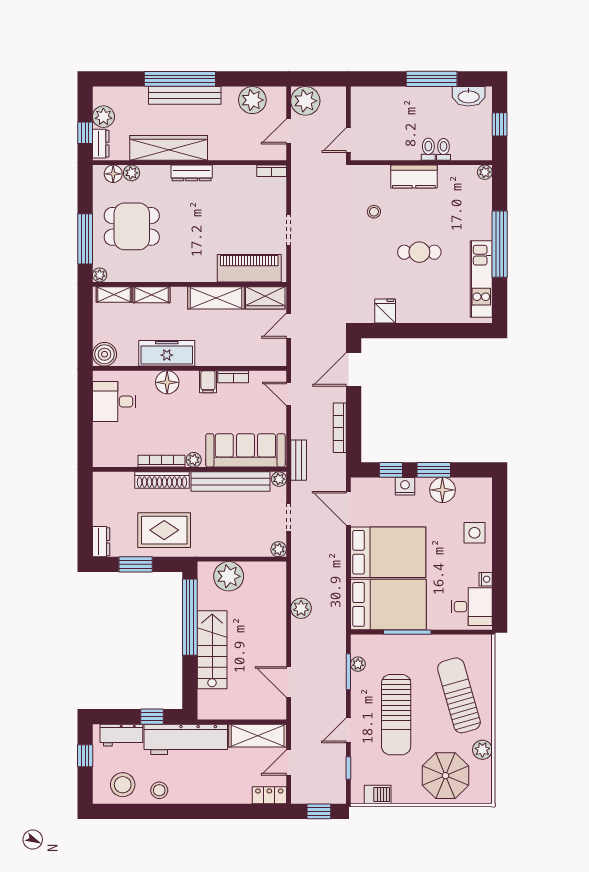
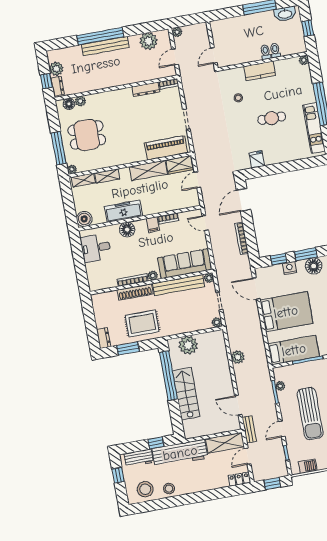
plant: (305, 101) -> (177, 32), width x0.53, depth x0.53
wardrobe: (169, 148) -> (101, 81), removed
dresser: (192, 173) -> (146, 89), moved
bench: (299, 460) -> (249, 429), moved
bed: (388, 604) -> (294, 350), width x0.67

